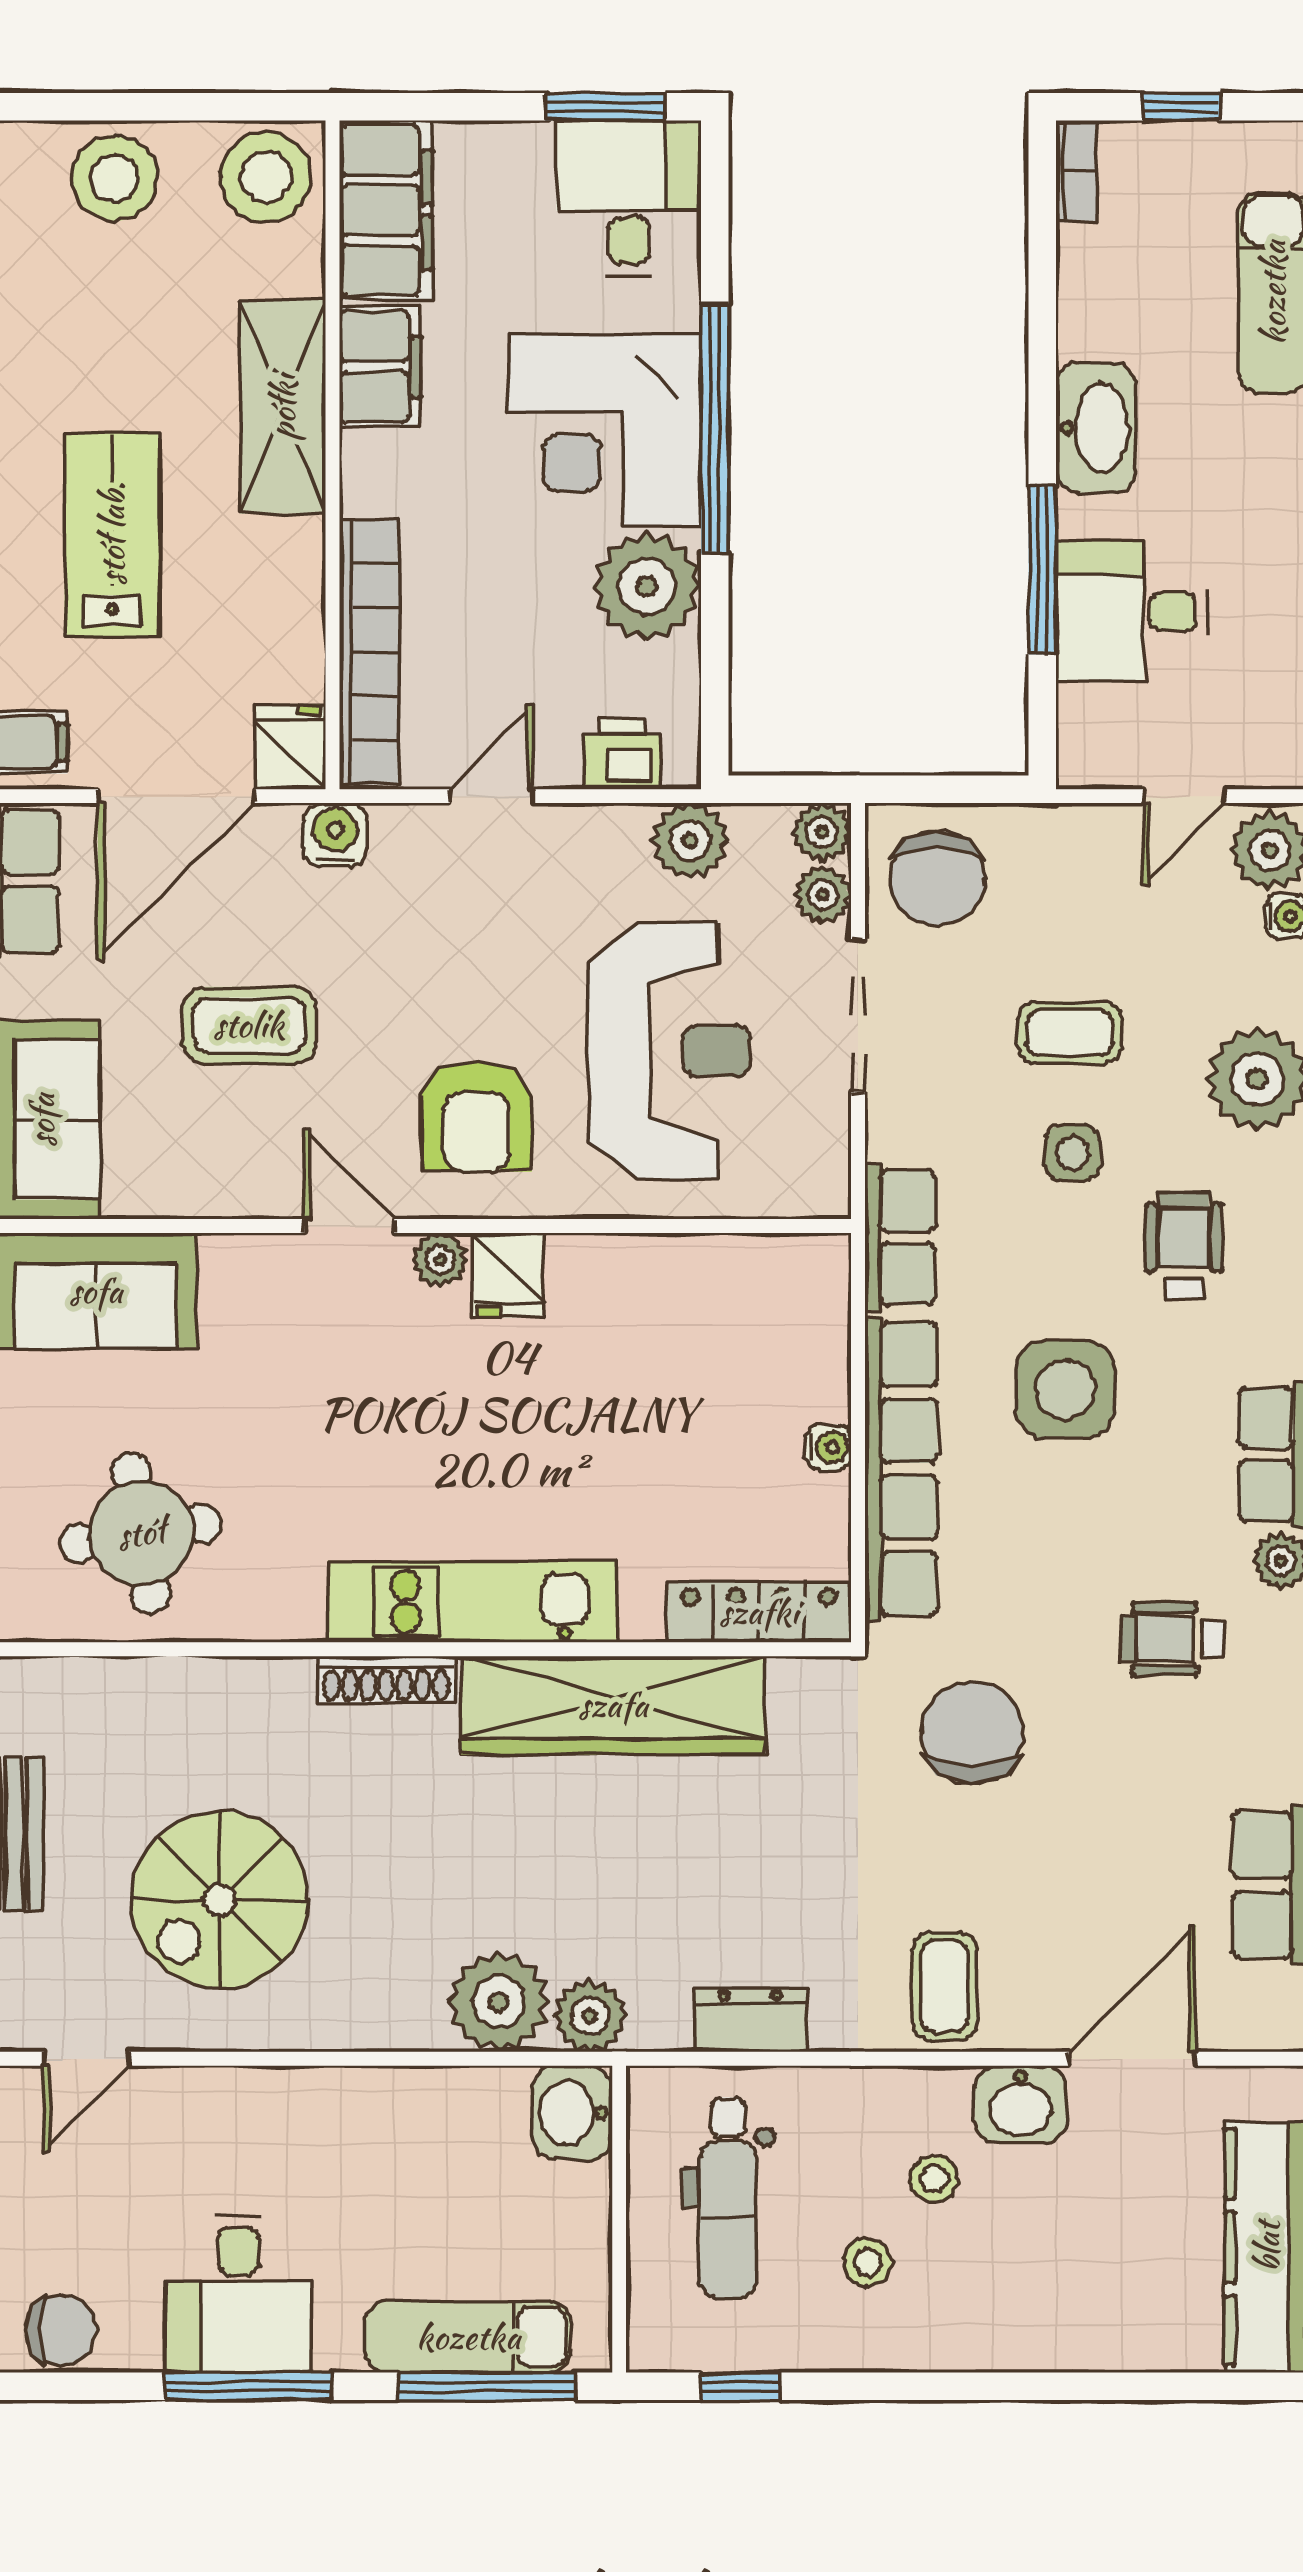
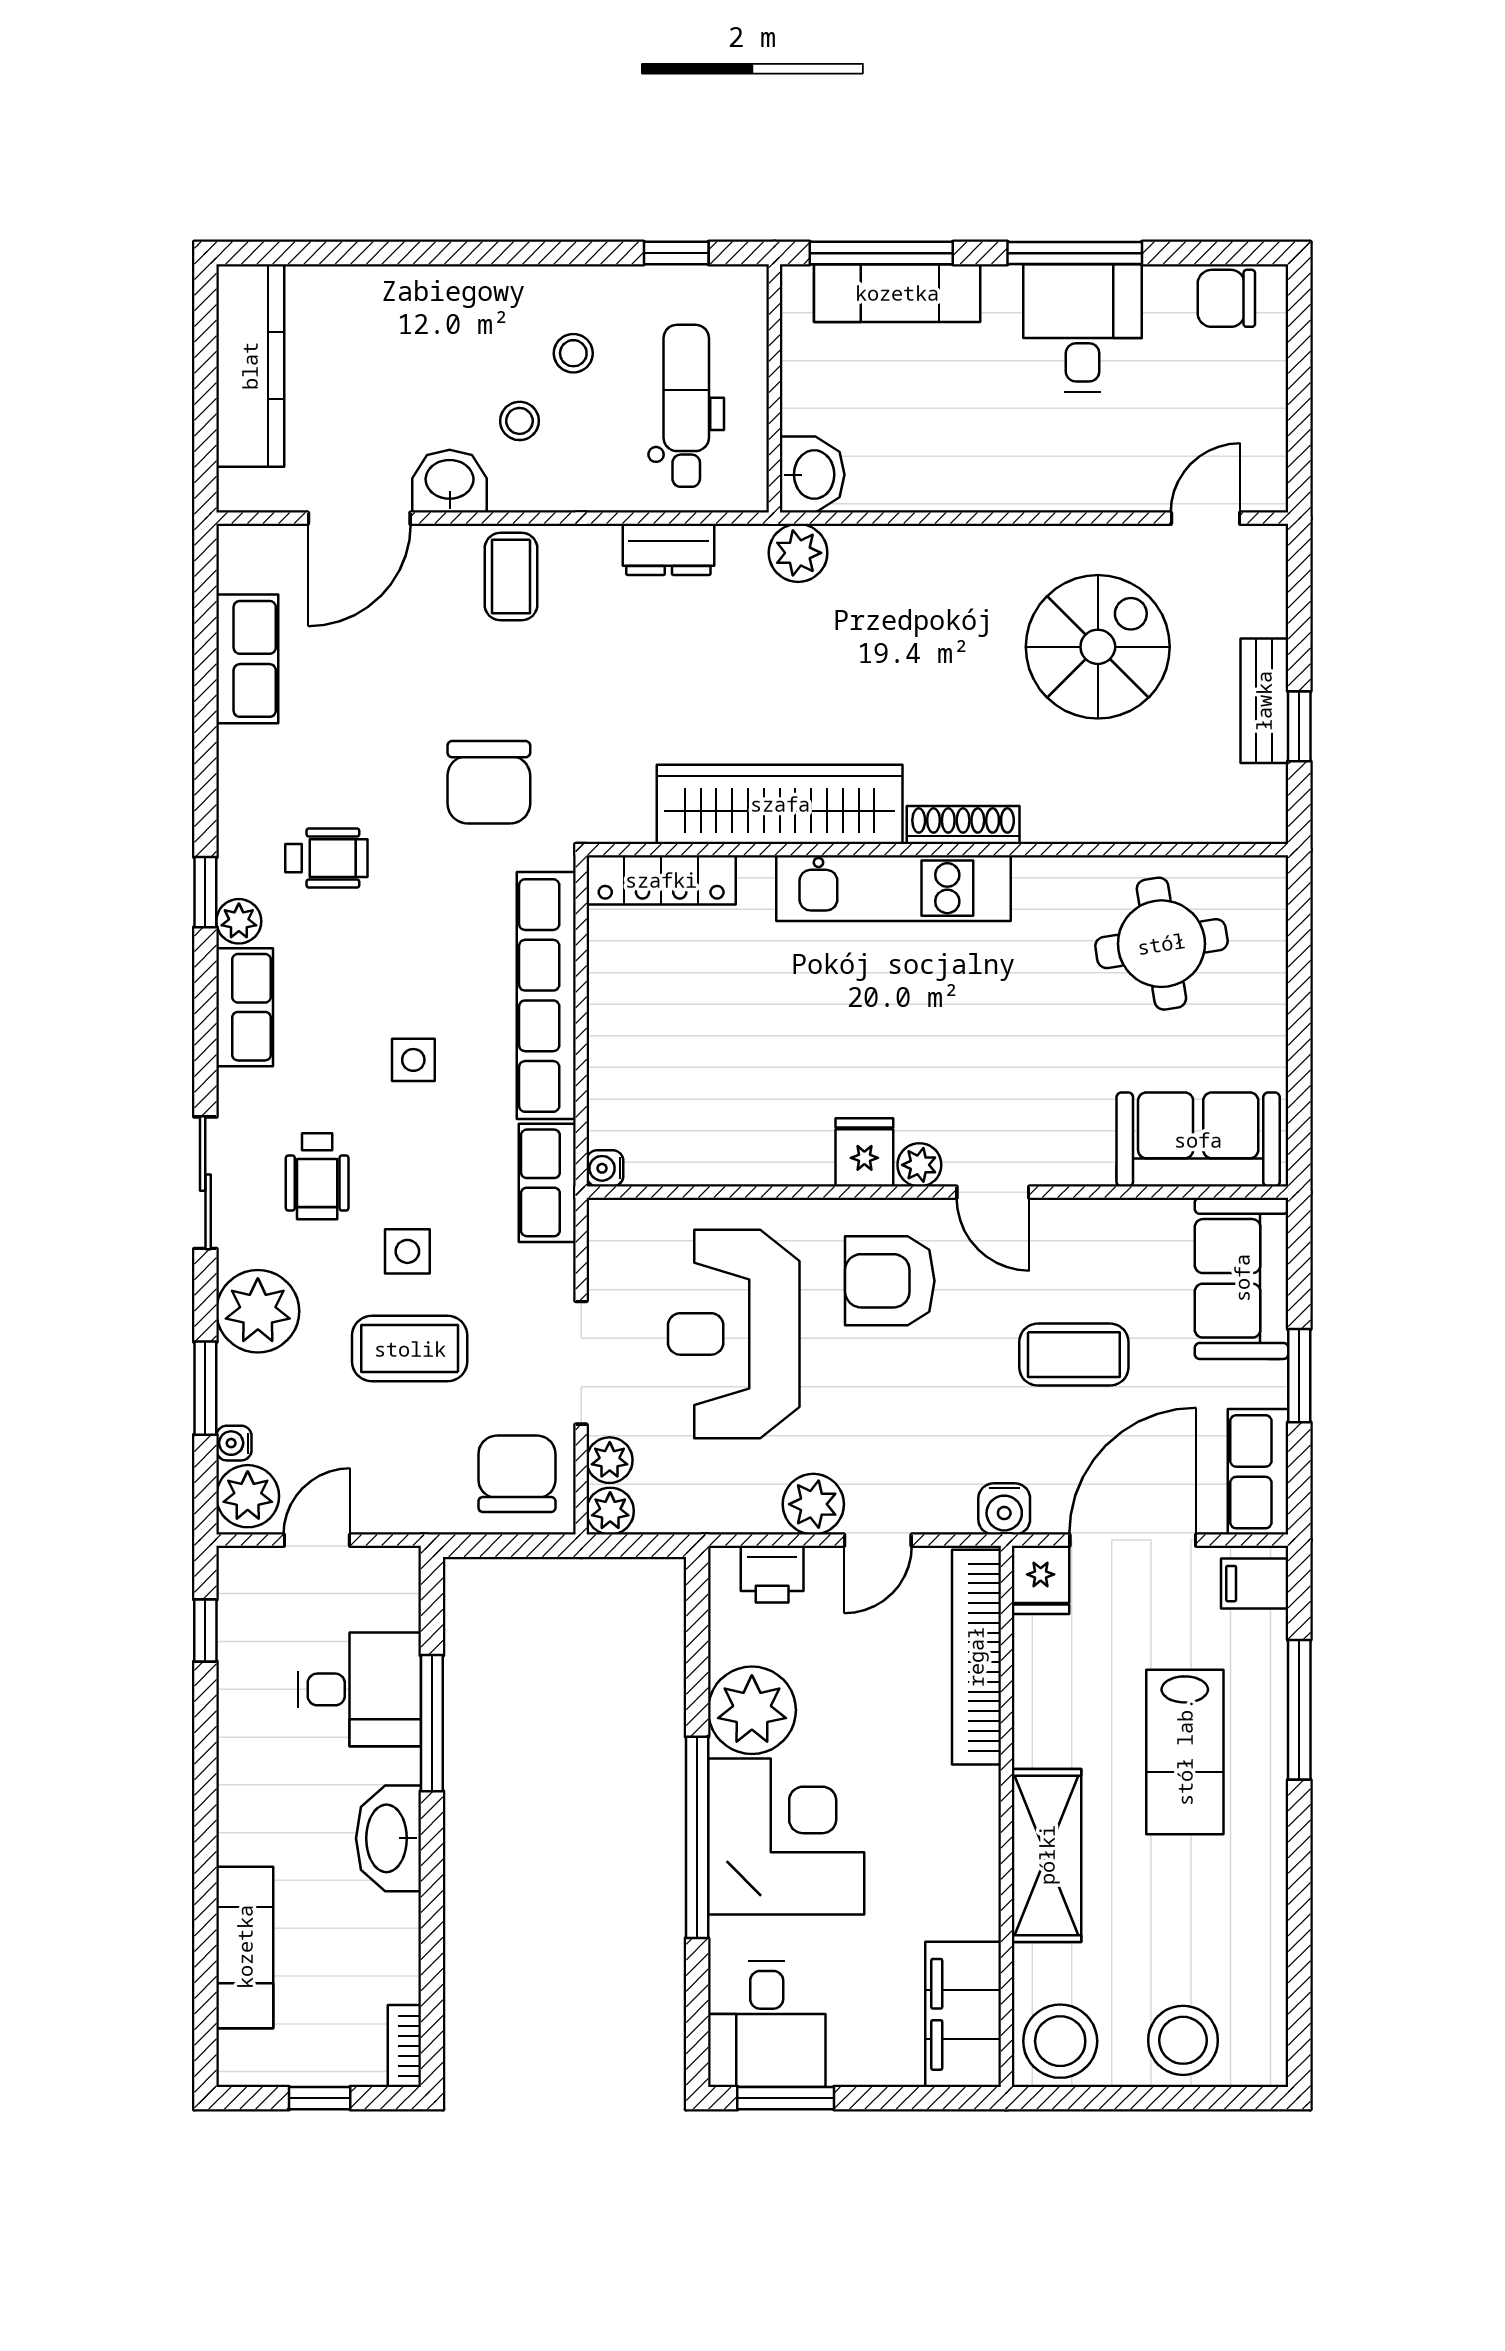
filing cabinet: (380, 367) -> (968, 1888), removed
plant: (690, 841) -> (813, 1504), moved
coffee table: (1070, 1033) -> (410, 1349), width x1.36, depth x1.30
armchair: (477, 1117) -> (890, 1281), turned -90
side table: (1065, 1389) -> (413, 1060), width x0.54, depth x0.54
water cooler: (829, 1447) -> (605, 1168), moved
plant: (499, 2002) -> (872, 564), removed

